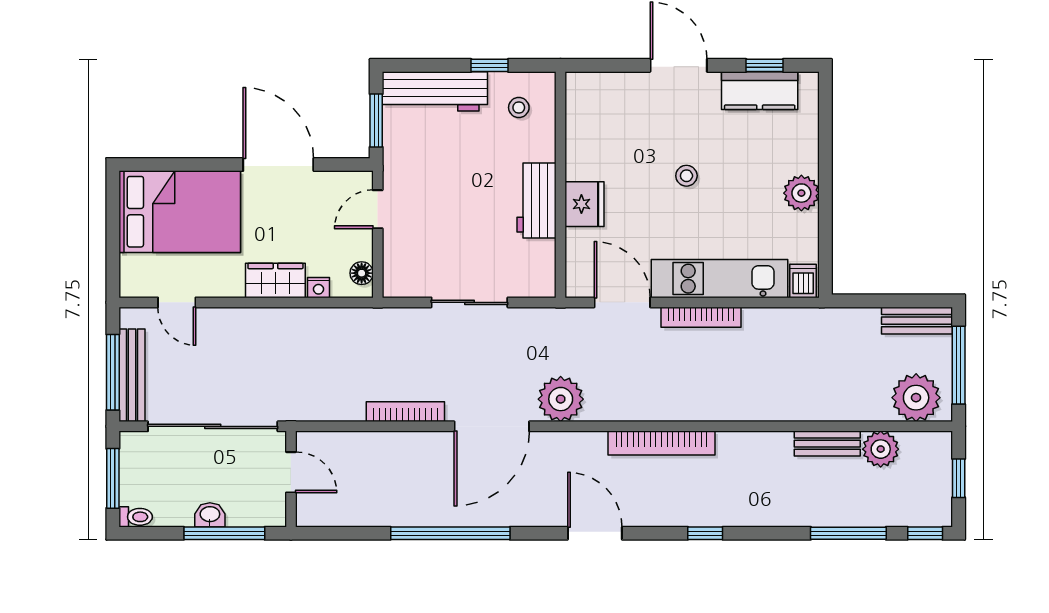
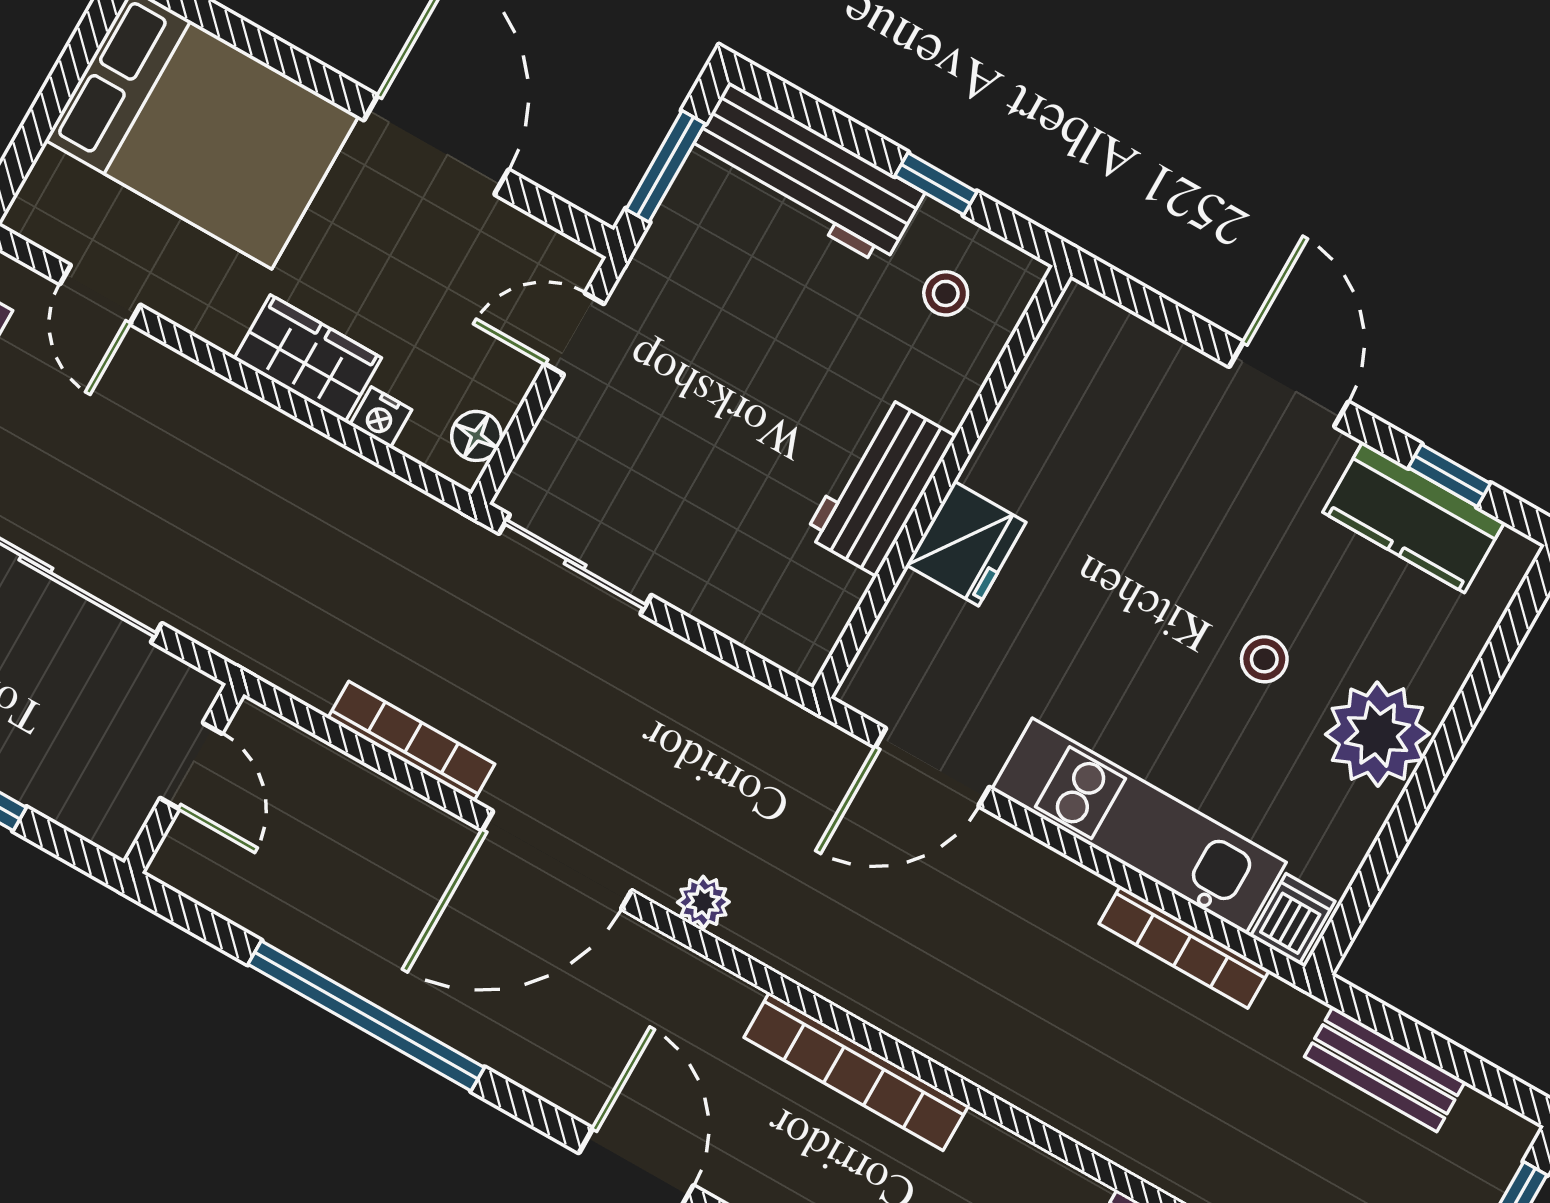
stool: (686, 176) -> (1264, 659), moved
plant: (801, 193) -> (1378, 734), width x1.36, depth x1.36
sliding door: (469, 302) -> (575, 564), moved
door: (622, 302) -> (932, 767), swing flipped
bookcase: (701, 317) -> (1184, 947), moved
bench: (917, 321) -> (1385, 1069), moved
plant: (561, 399) -> (703, 902), width x0.53, depth x0.53
door: (291, 472) -> (191, 766), moved
wall: (291, 479) -> (184, 778), moved

